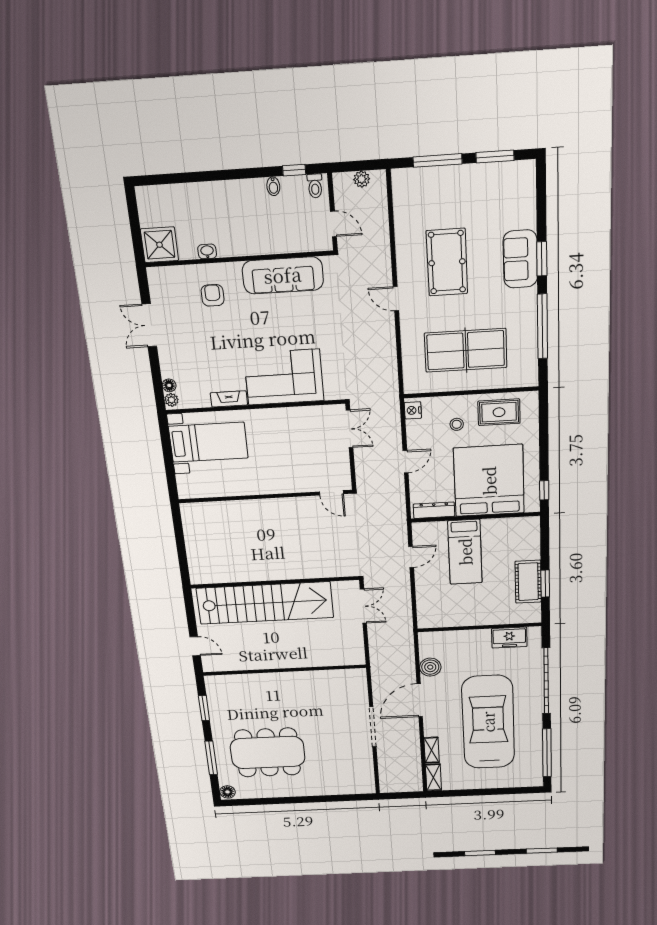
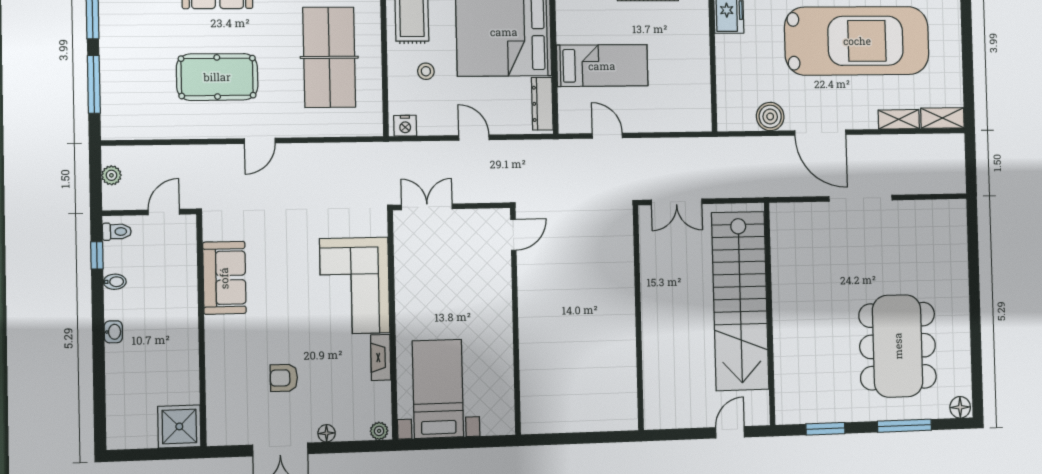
washbasin: (207, 251) -> (113, 332), moved, turned 180
sofa: (283, 275) -> (224, 278), width x0.73
armchair: (213, 295) -> (284, 378), moved
floor lamp: (169, 385) -> (327, 433), moved
stairs: (265, 603) -> (740, 301), moved, turned 180
double door: (363, 606) -> (677, 202), swing flipped
car: (488, 722) -> (857, 41), turned 180

